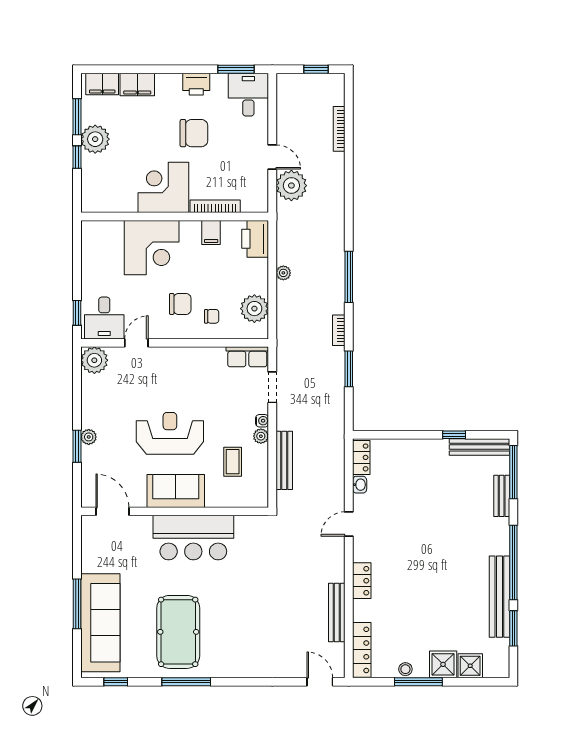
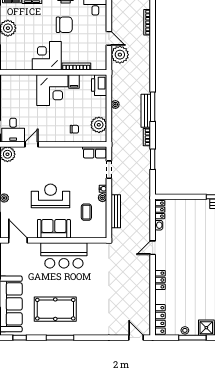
corner desk: (152, 248) -> (52, 90), moved
chair: (180, 304) -> (56, 122), removed
bench: (337, 612) -> (146, 111), moved
pool table: (178, 632) -> (55, 309), turned 90

